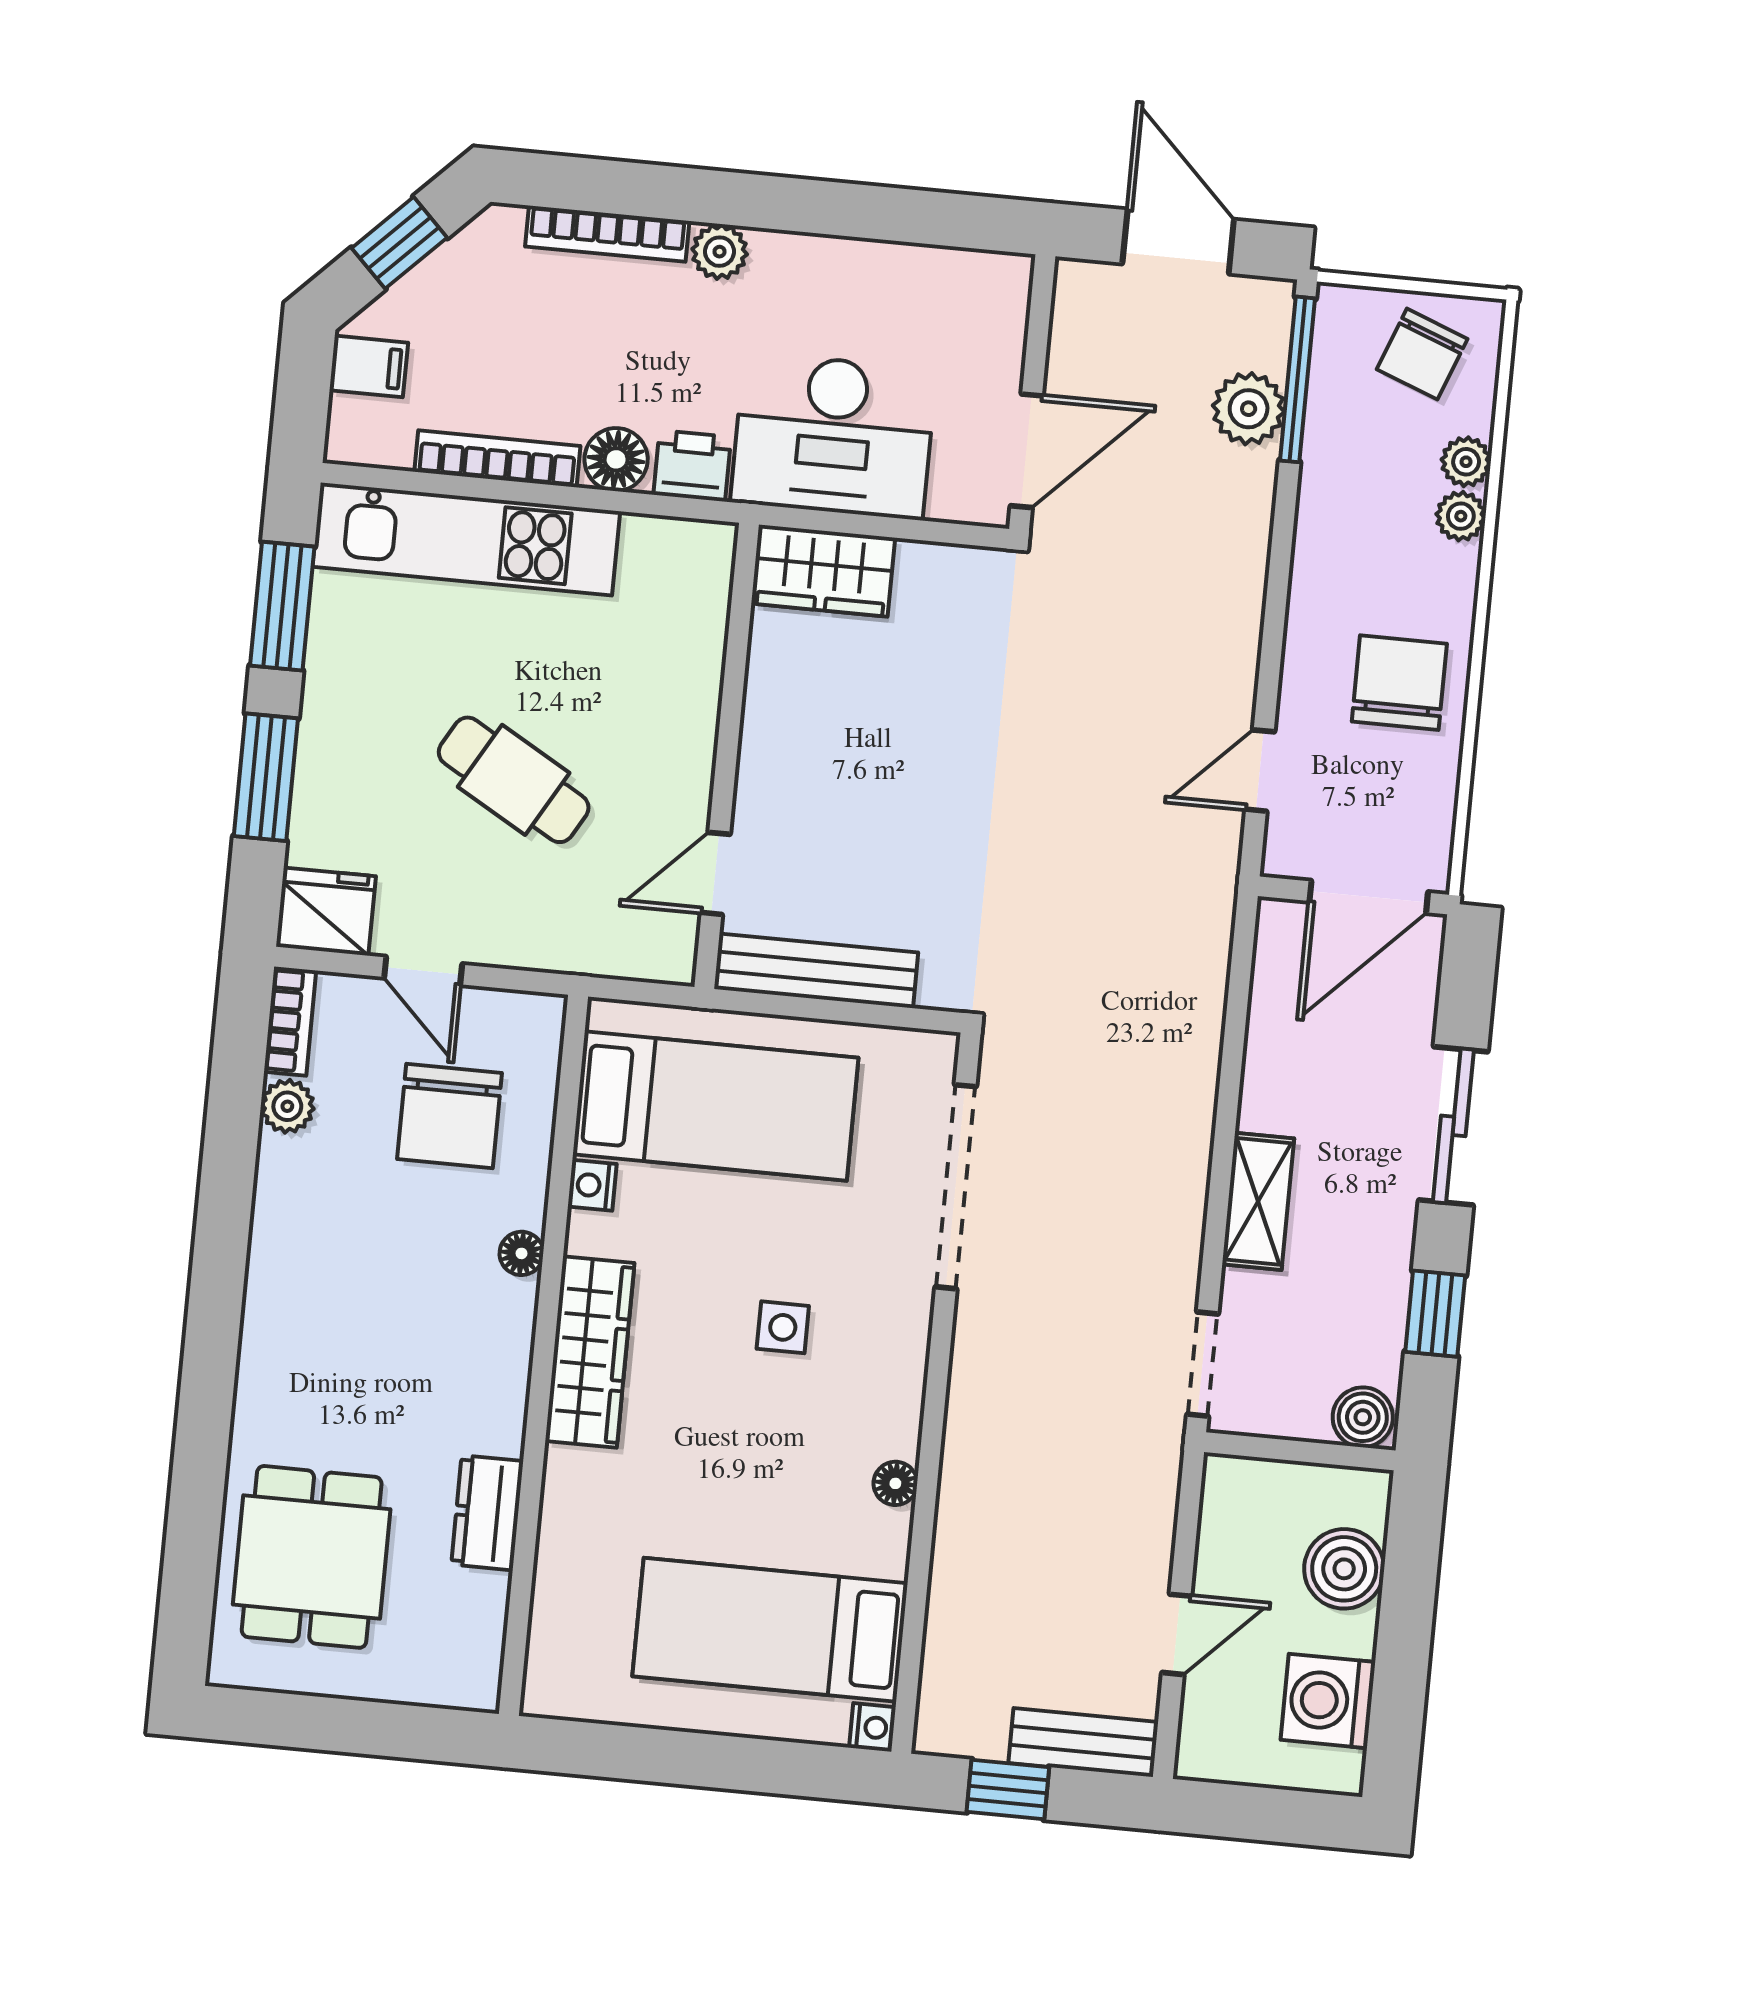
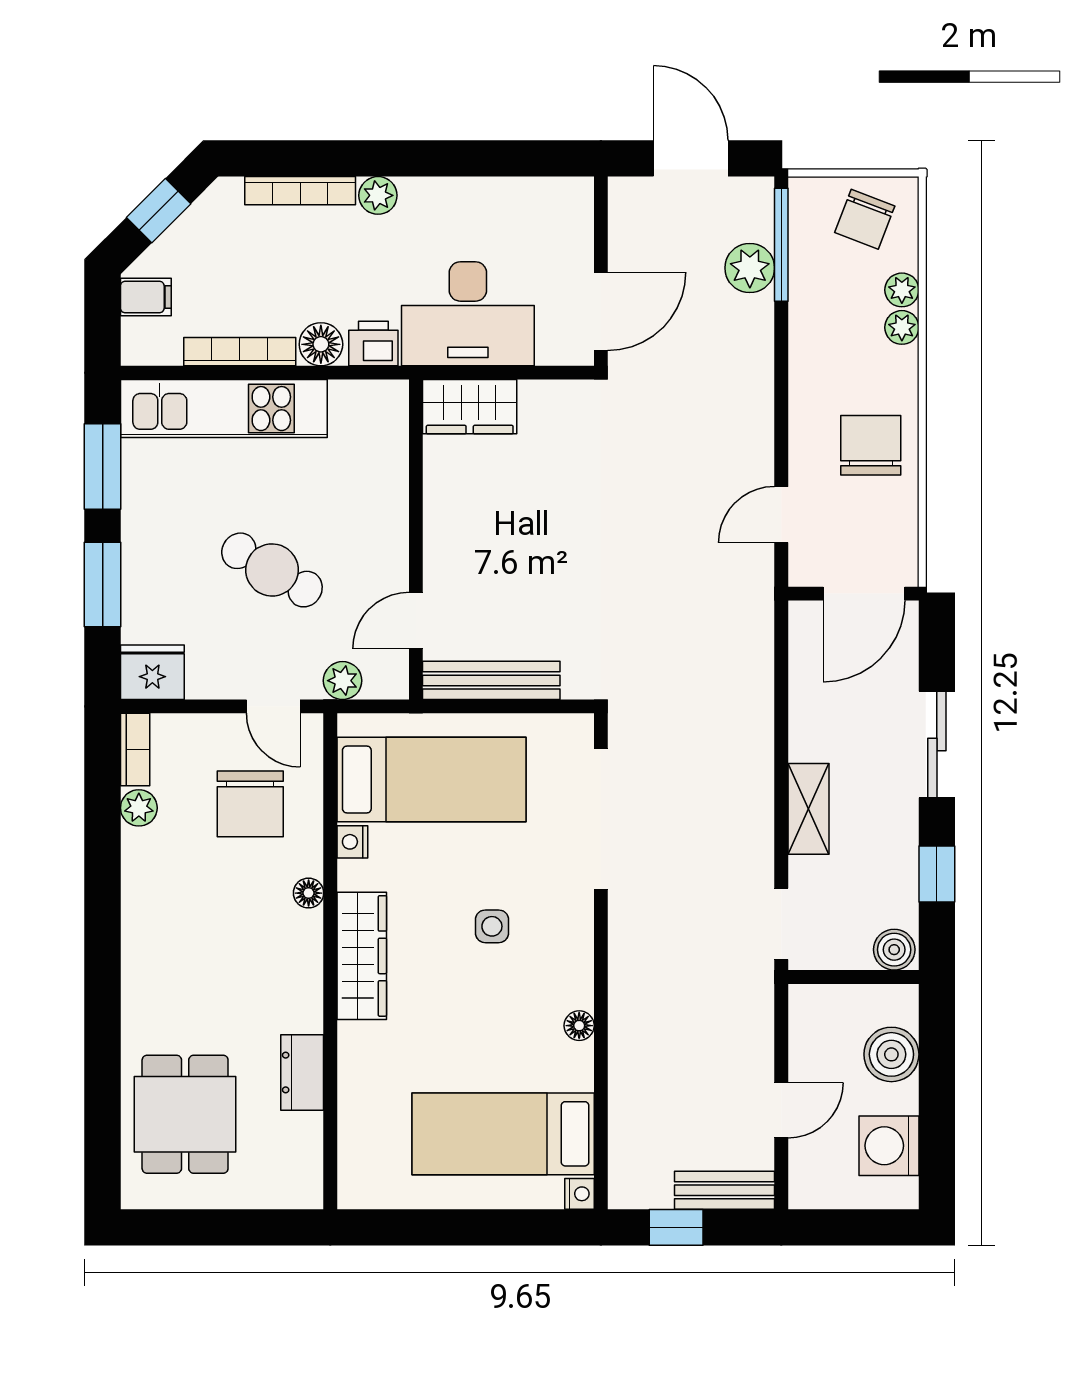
plant: (601, 950) -> (343, 681), added
door: (423, 971) -> (273, 706), moved

